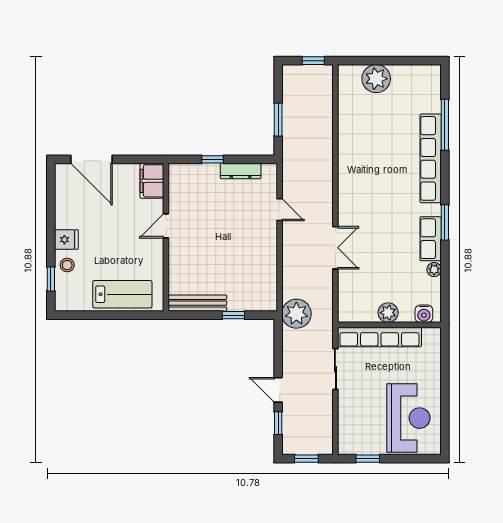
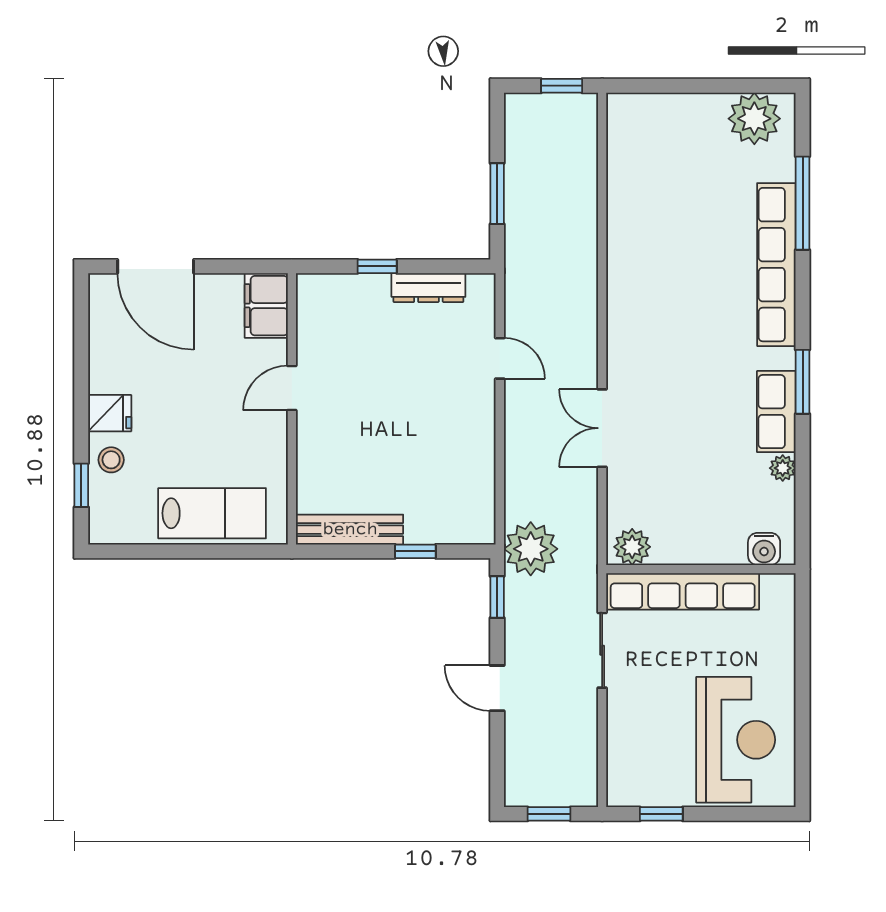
plant: (376, 79) -> (754, 119), moved
double door: (335, 248) -> (602, 428), swing flipped
plant: (388, 313) -> (632, 547), moved
window: (278, 423) -> (497, 597), moved

